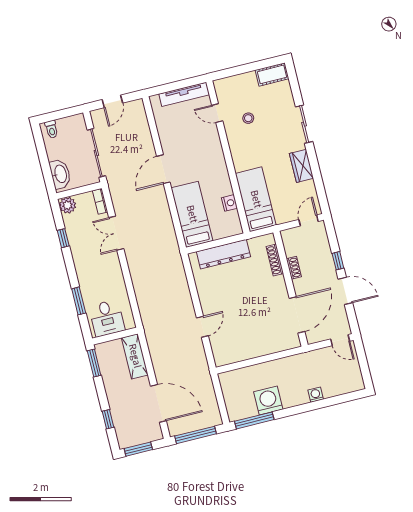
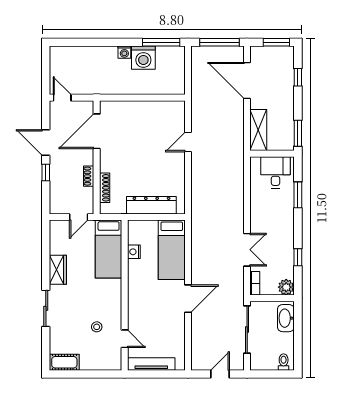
door: (309, 220) -> (79, 217), moved
washing machine: (316, 395) -> (124, 52), moved

